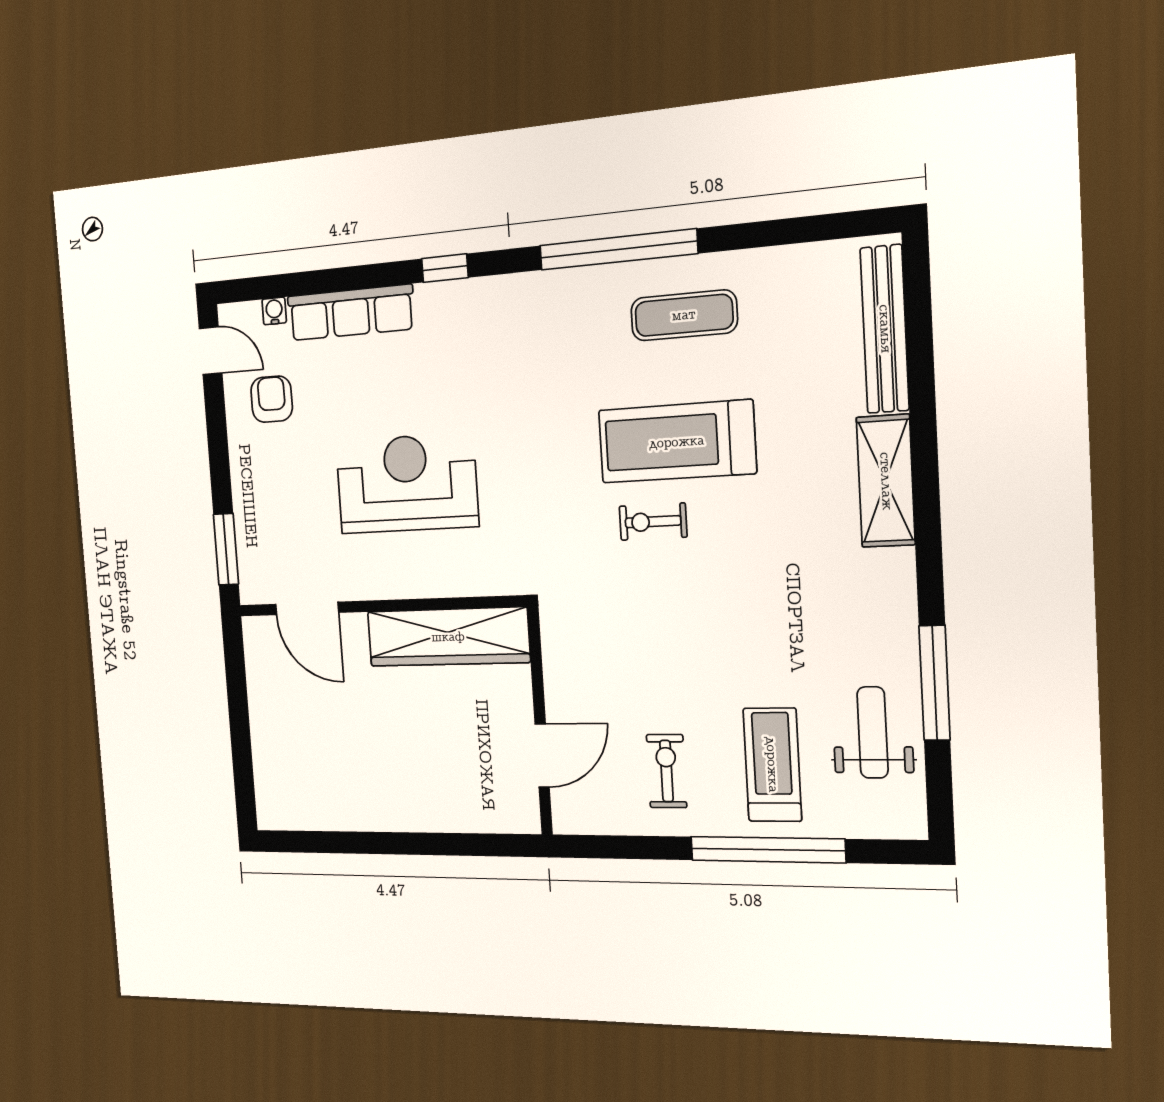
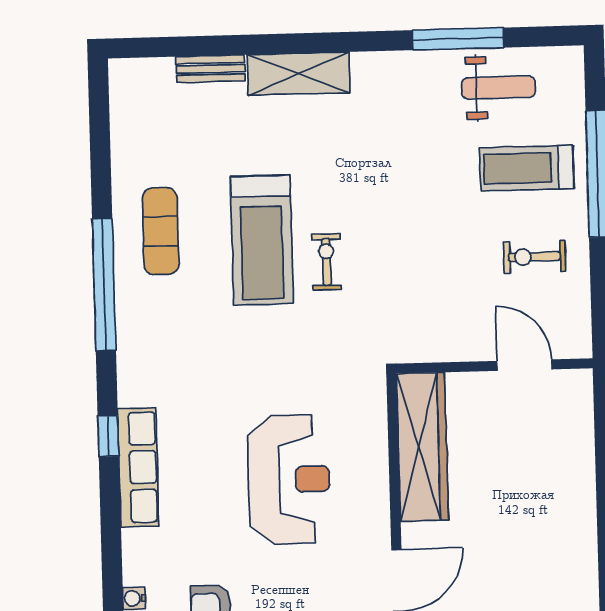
row of seats: (351, 313) -> (138, 467), moved
bench: (885, 329) -> (210, 69), width x0.54, depth x0.82
reception desk: (407, 484) -> (289, 480), turned 180
exercise bike: (653, 522) -> (327, 262), turned 180
weight bench: (873, 732) -> (498, 87), turned 180

